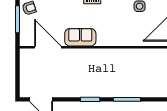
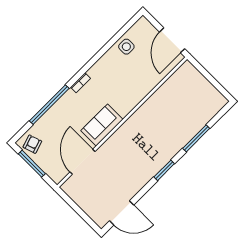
door: (48, 47) -> (82, 162), hinge flipped

